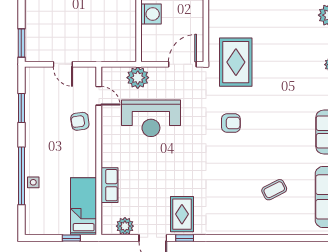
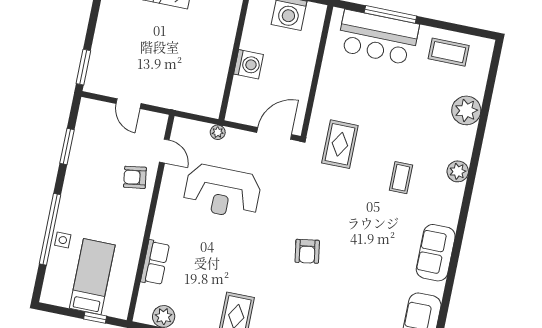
rug: (236, 62) -> (340, 144), width x0.73, depth x0.70
plant: (138, 78) -> (218, 132), width x0.53, depth x0.53
armchair: (231, 123) -> (307, 251), moved, turned 81
coffee table: (274, 190) -> (401, 178), moved, turned -63
bed: (84, 206) -> (92, 277), moved

